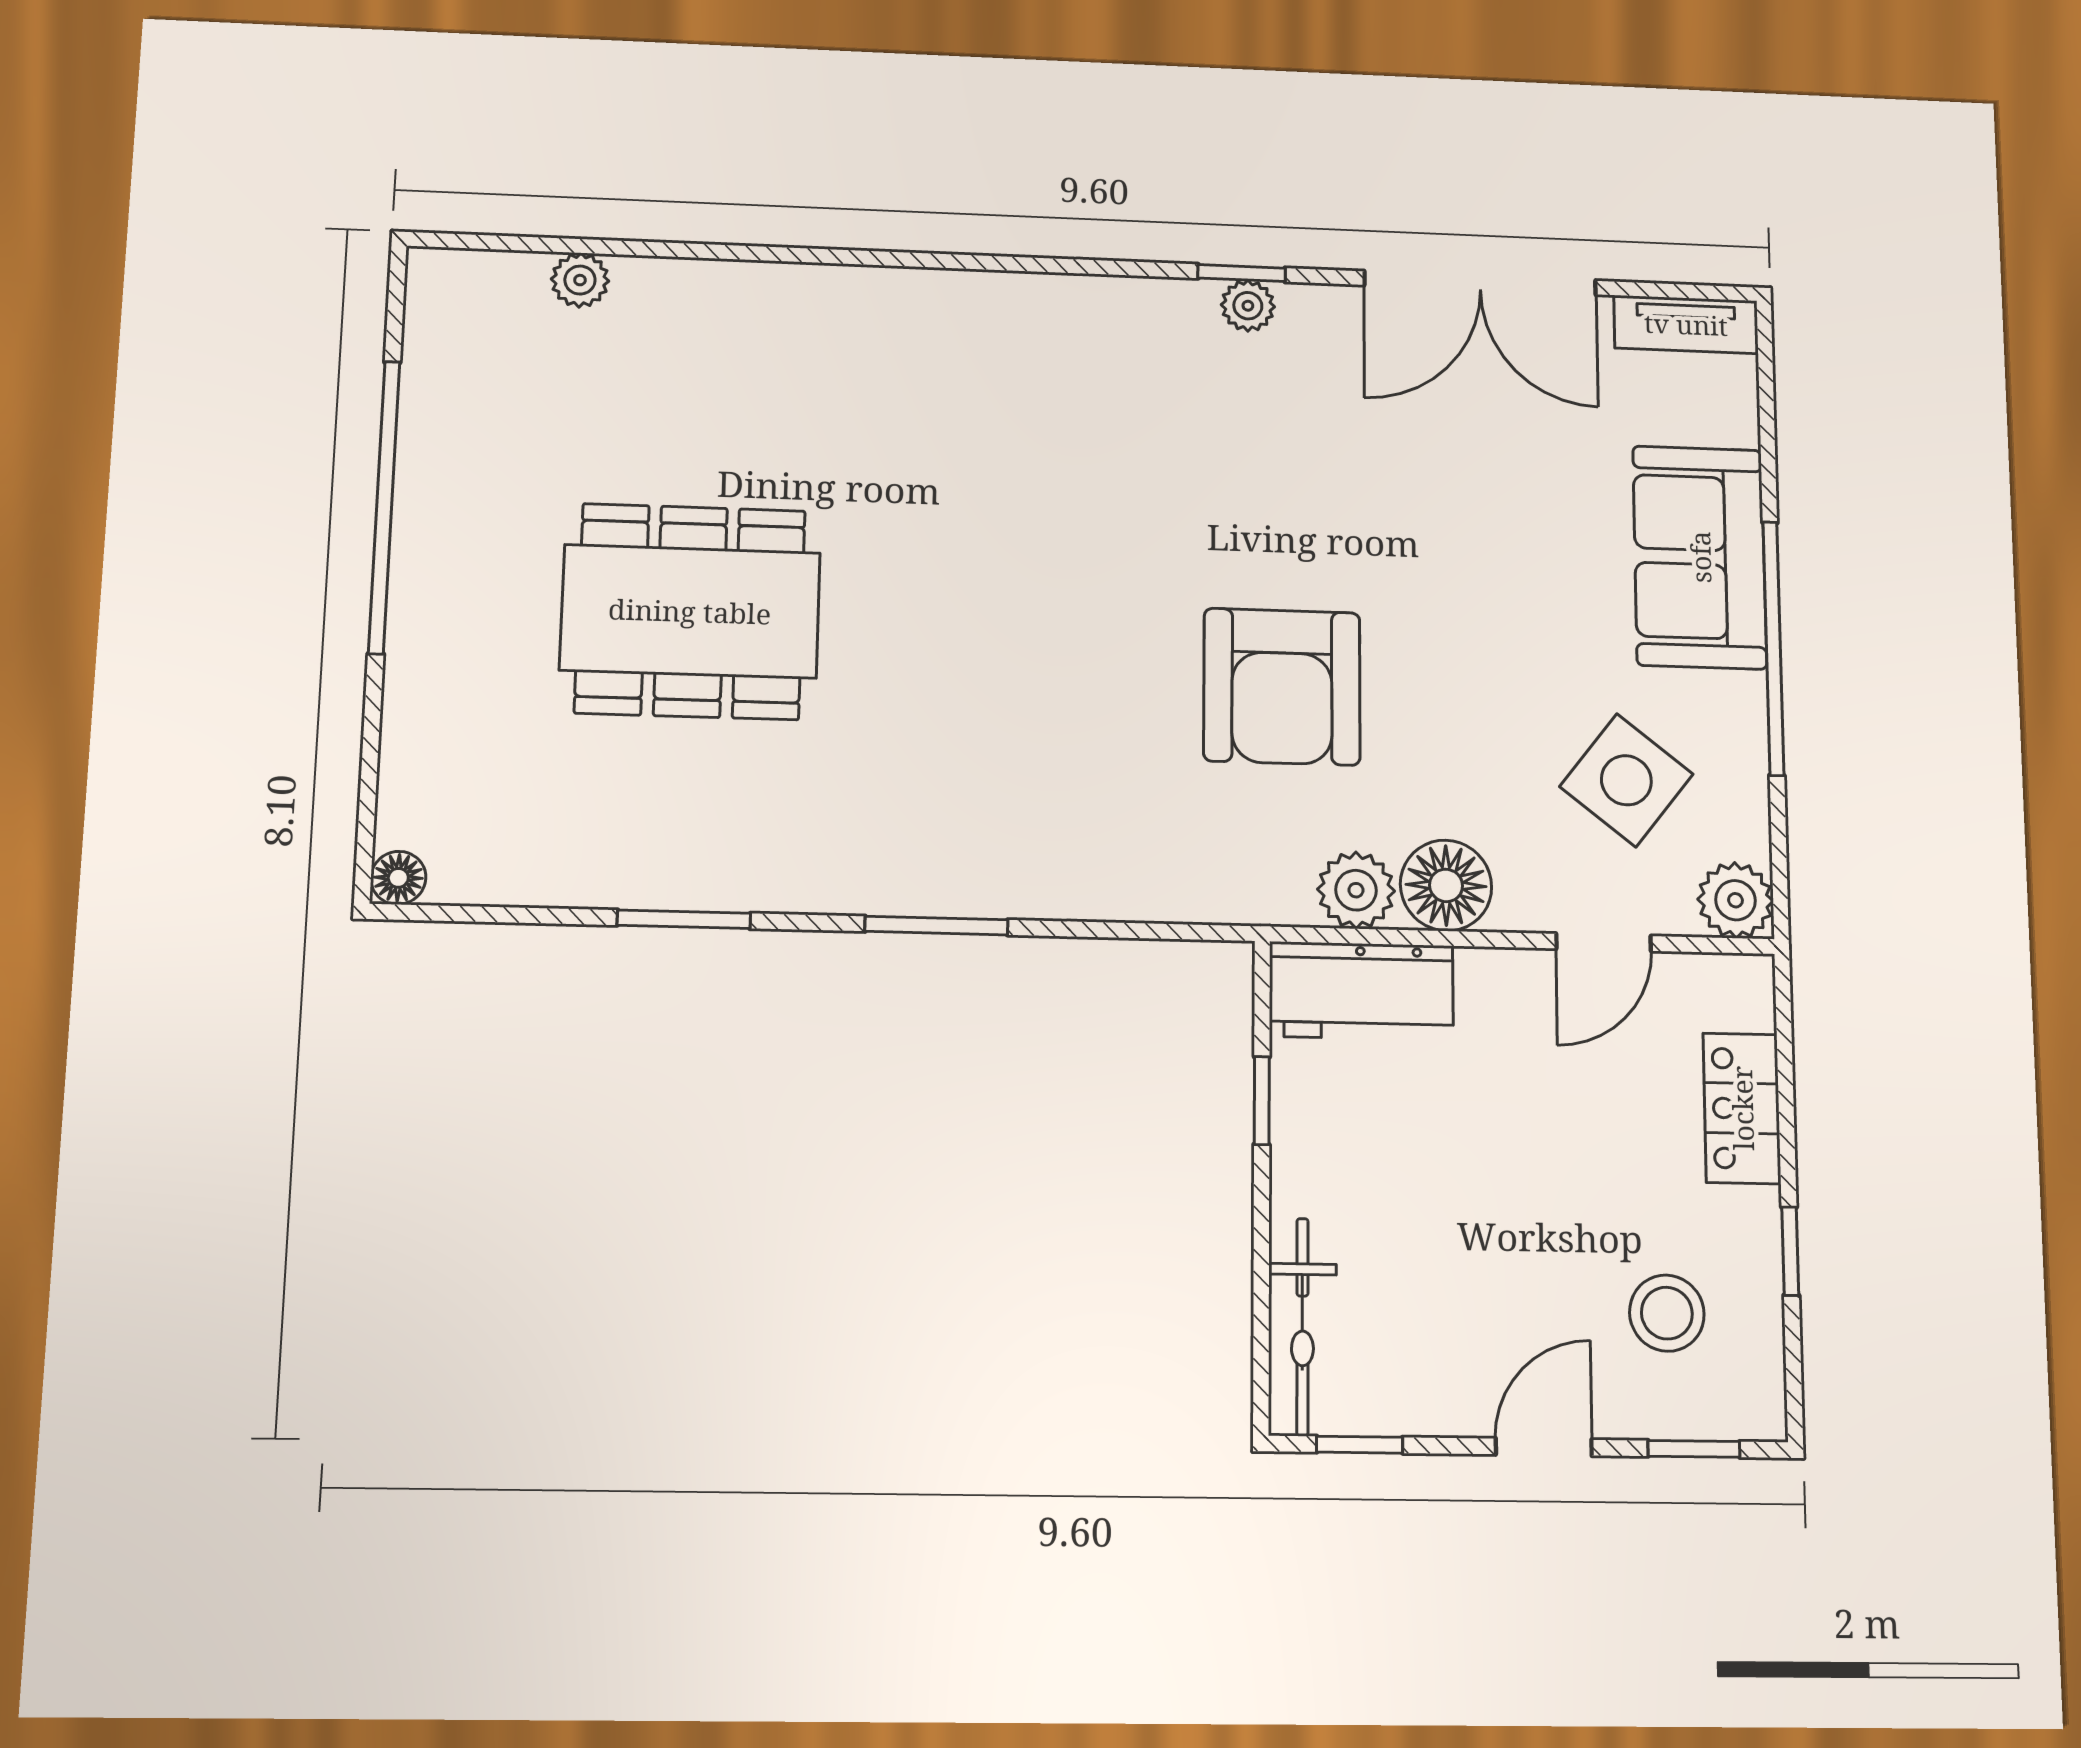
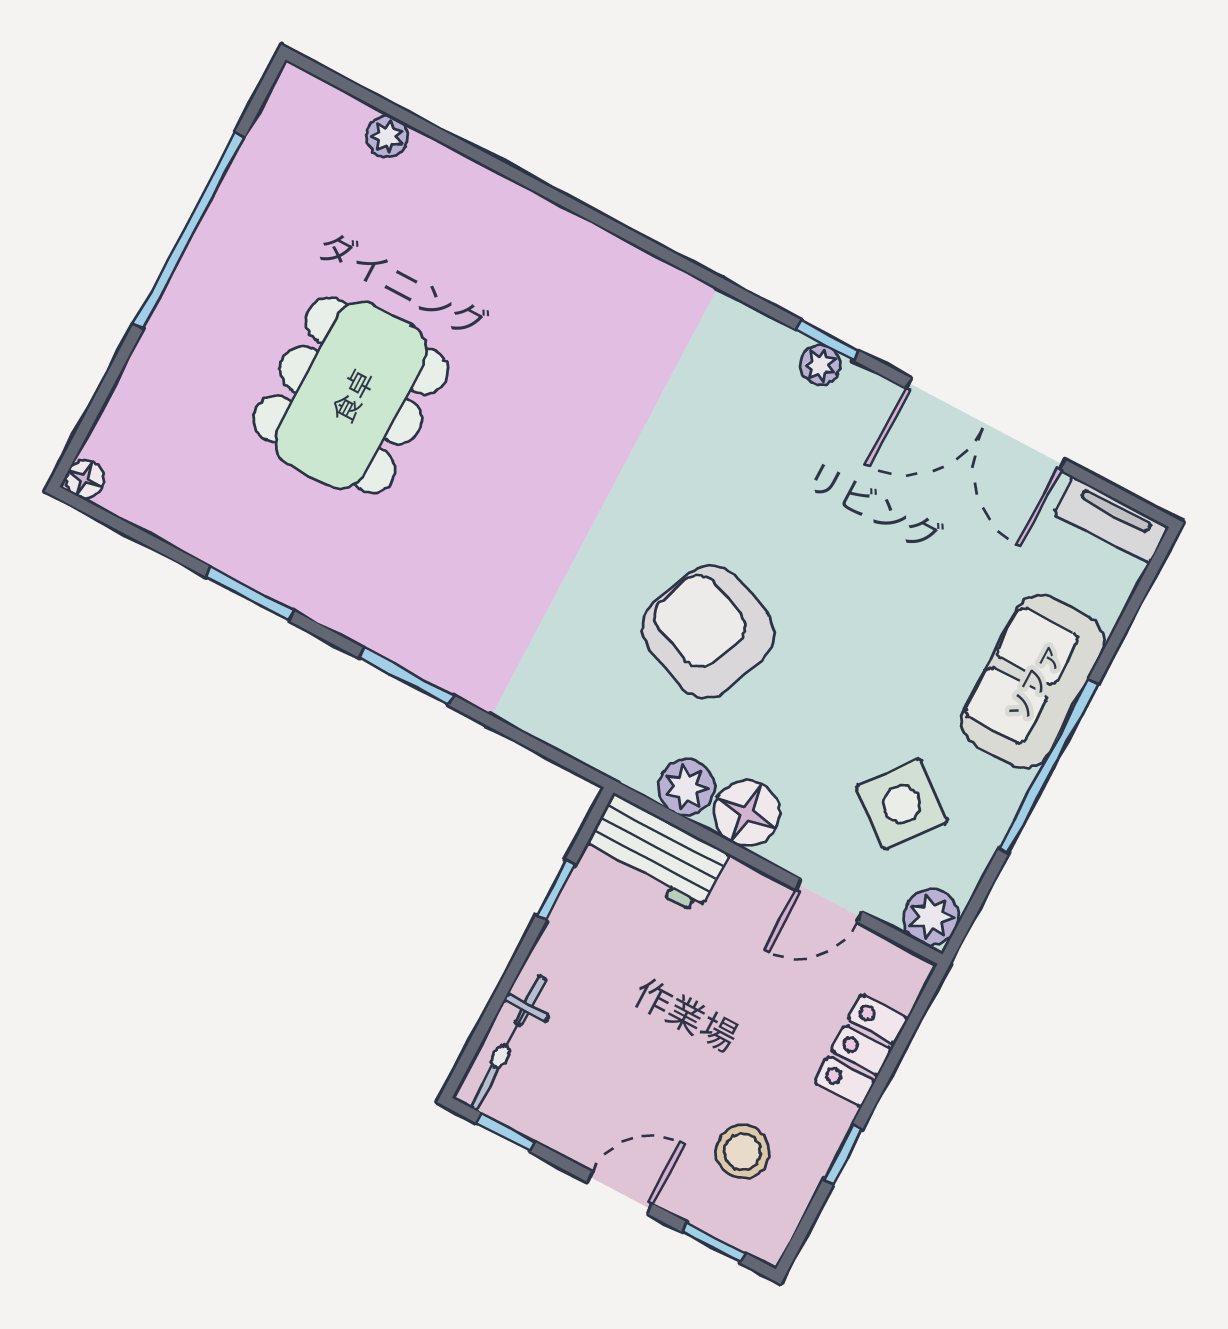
dining table: (690, 611) -> (351, 395), turned 90
armchair: (1282, 687) -> (708, 632), turned 112

